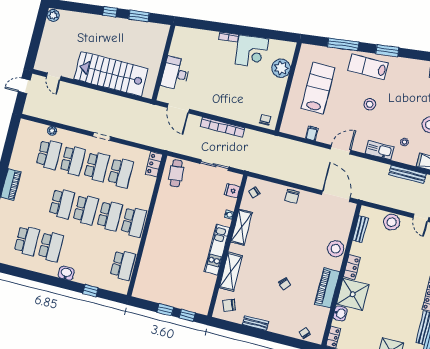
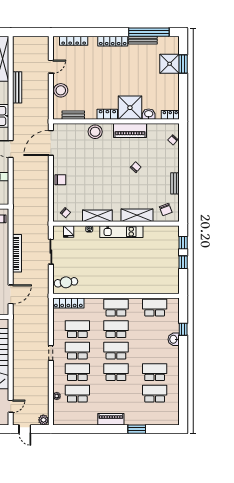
plant: (29, 109) -> (43, 420), added
locker: (154, 164) -> (68, 303), width x1.53
washbasin: (66, 273) -> (174, 339), moved

